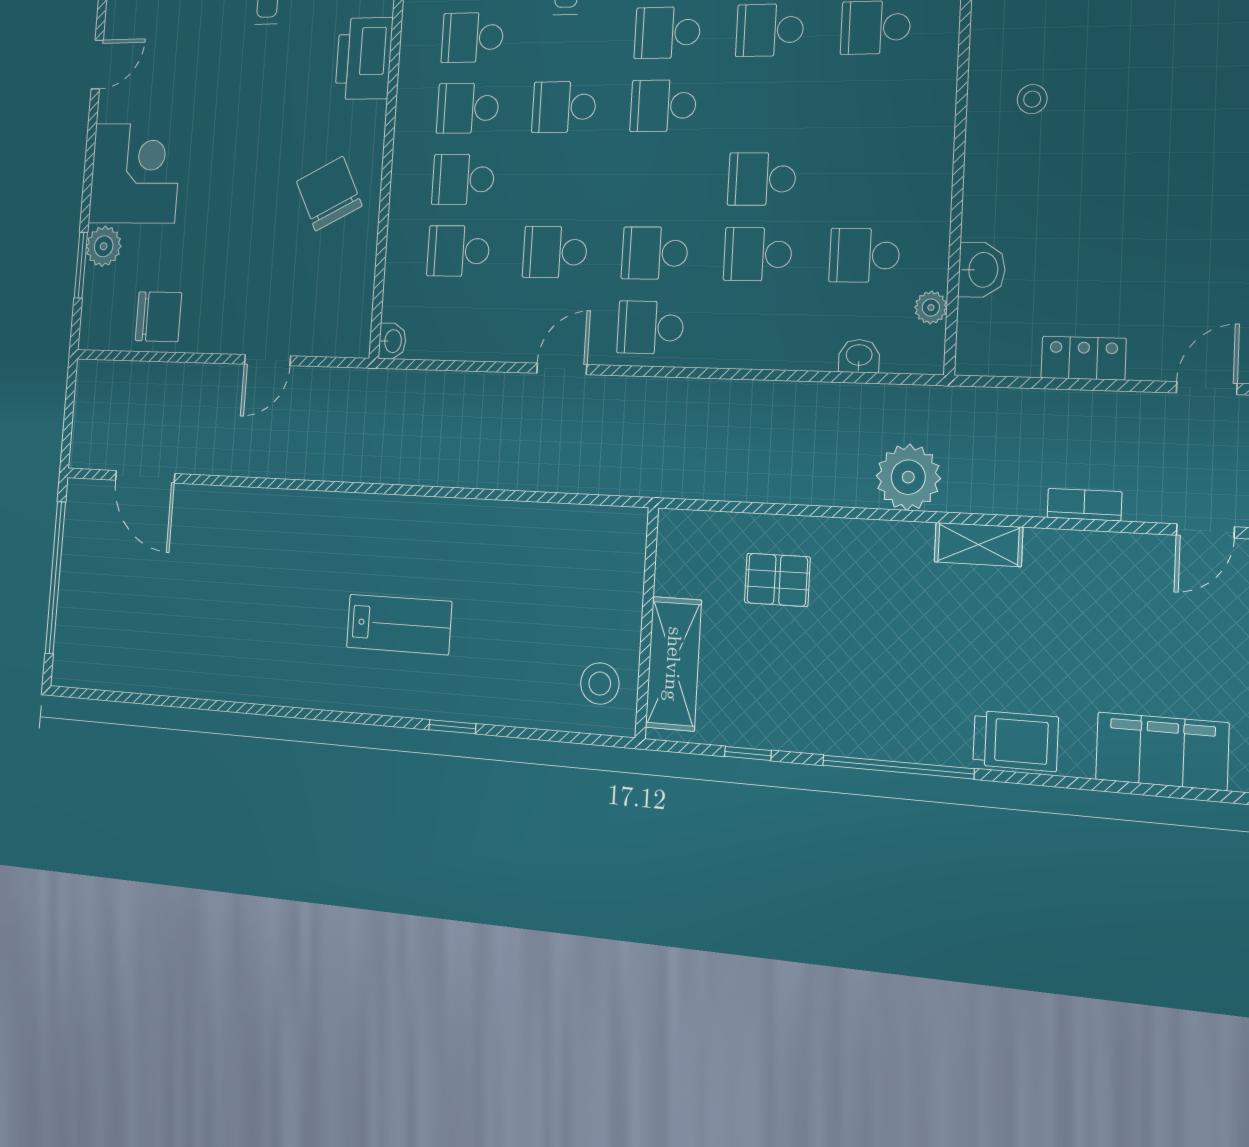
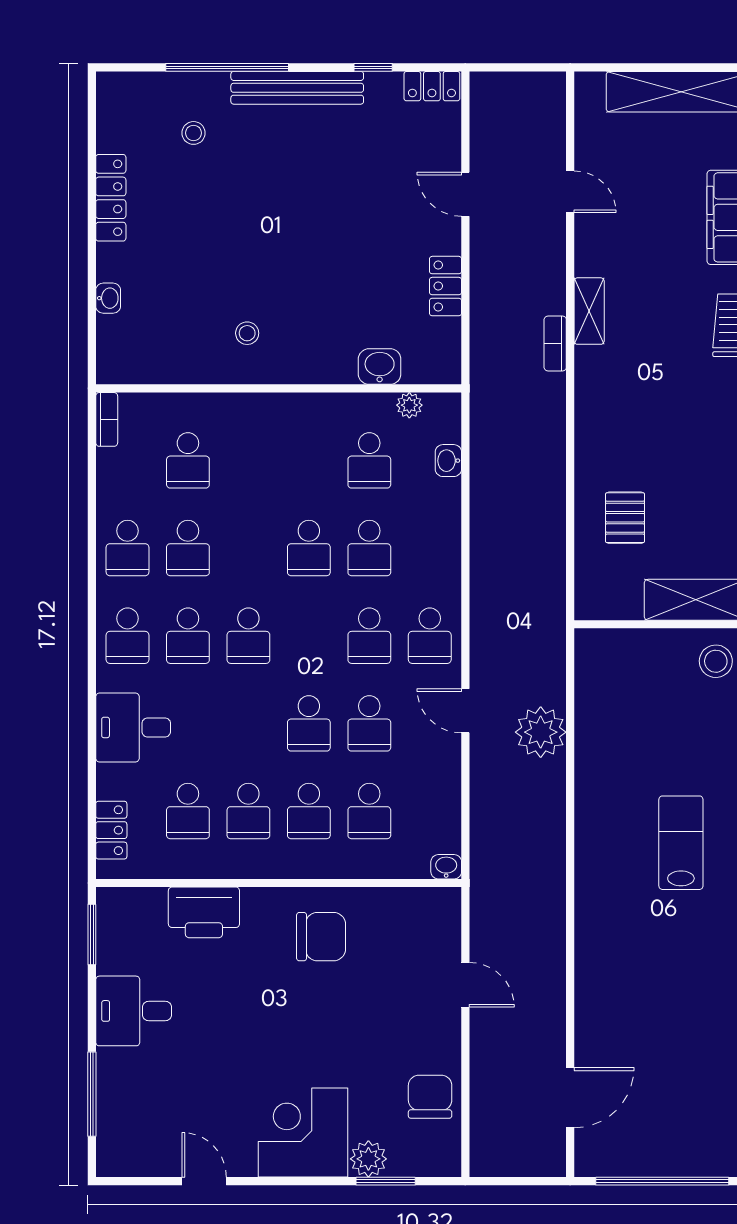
school desk: (564, 107) -> (309, 723), moved
chair: (329, 194) -> (321, 937), turned -153
plant: (908, 477) -> (541, 732), moved
bookcase: (1084, 505) -> (555, 343), moved
shelving: (978, 544) -> (589, 311), moved

